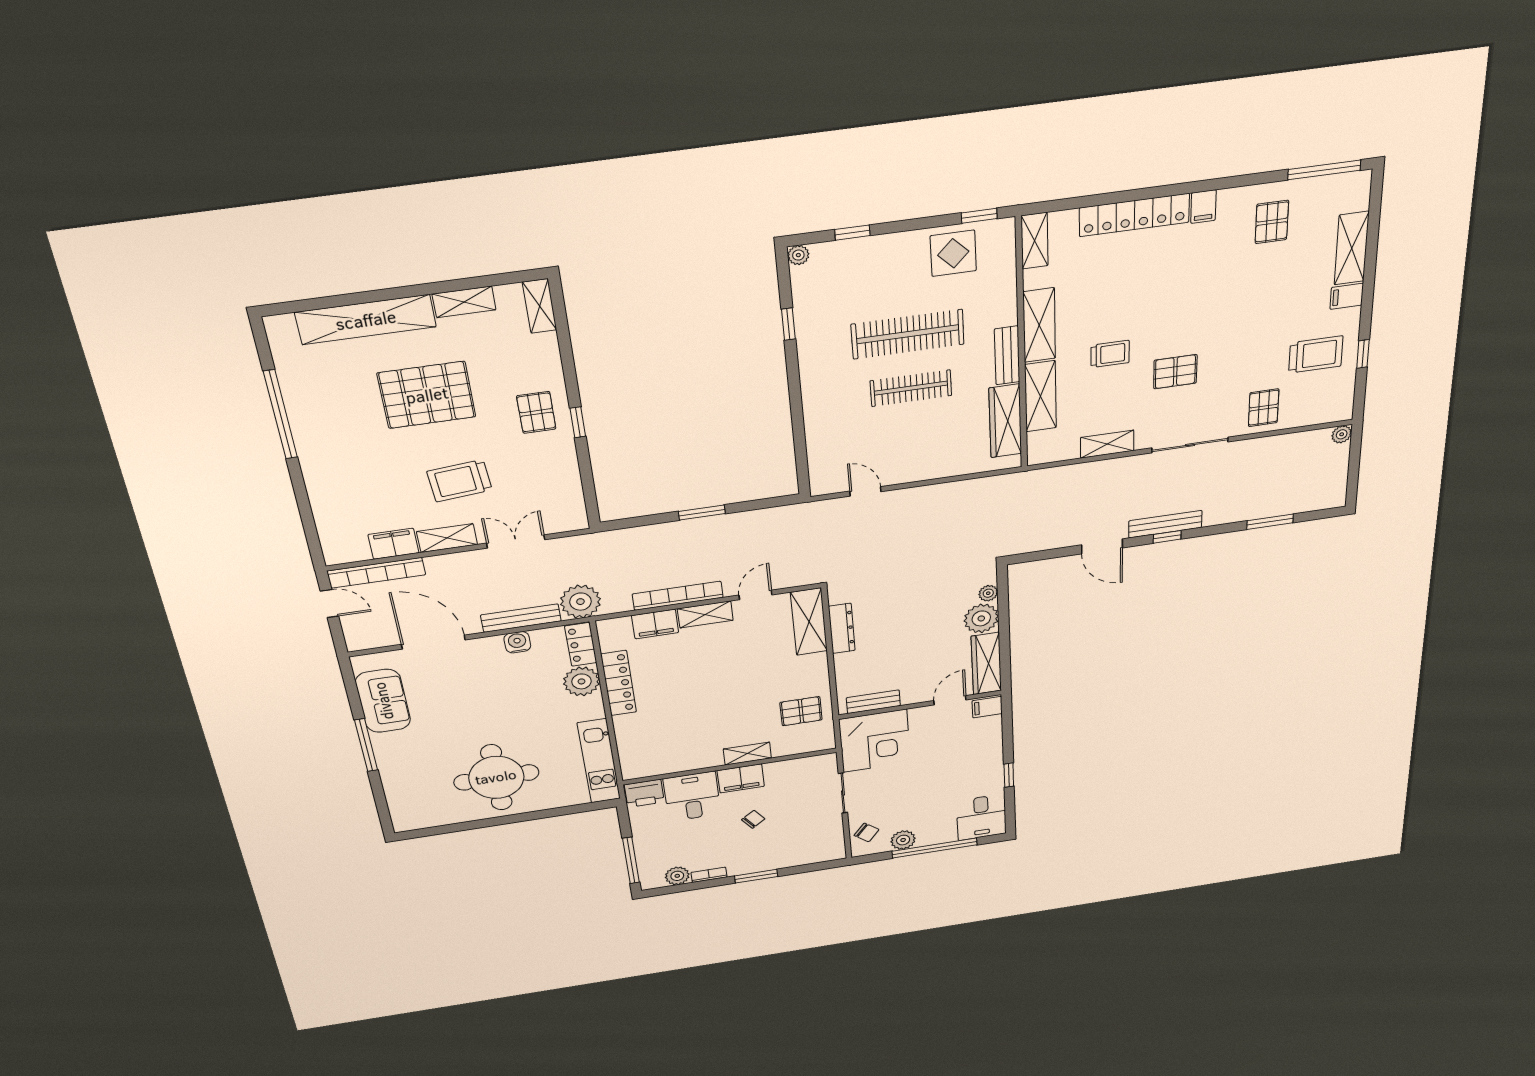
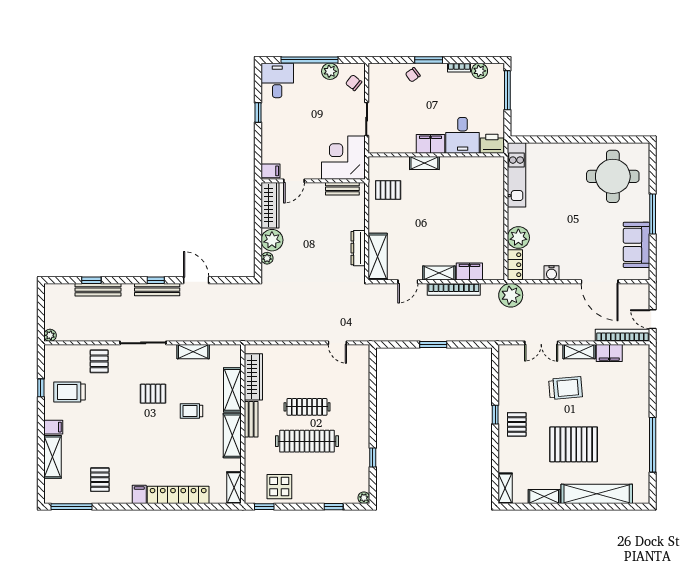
window: (1270, 522) -> (91, 280), width x0.67
bench: (521, 618) -> (98, 290), moved
locker: (619, 683) -> (496, 232), removed
round table: (496, 777) -> (613, 176), moved
chair: (753, 819) -> (413, 75), moved

